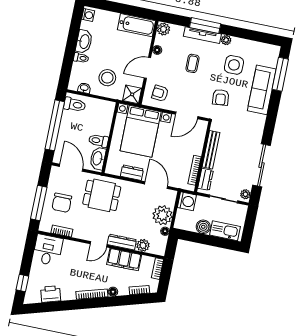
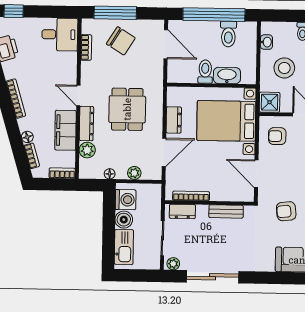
armchair: (160, 93) -> (277, 136), turned -96
toilet: (75, 105) -> (228, 34), moved
bench: (211, 150) -> (226, 211), width x0.73
washbasin: (98, 158) -> (227, 76), moved
door: (71, 168) -> (166, 44), hinge flipped
dining table: (102, 195) -> (127, 109), moved
washing machine: (187, 201) -> (126, 200), moved, turned -90
chair: (62, 203) -> (121, 41), turned -148
plant: (163, 215) -> (134, 173), width x0.53, depth x0.53
floor lamp: (113, 292) -> (27, 137), moved

